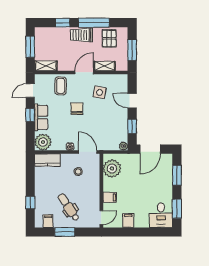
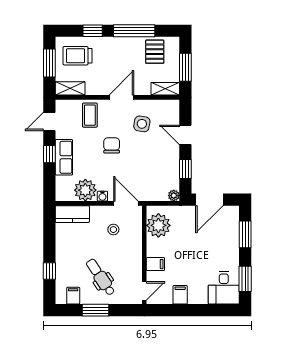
trolley: (81, 35) -> (78, 56), moved
shelving: (105, 66) -> (165, 89), moved
plant: (43, 142) -> (85, 190), moved

